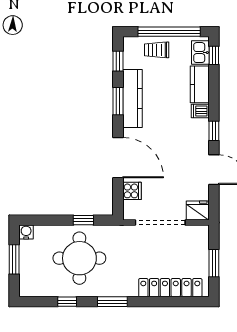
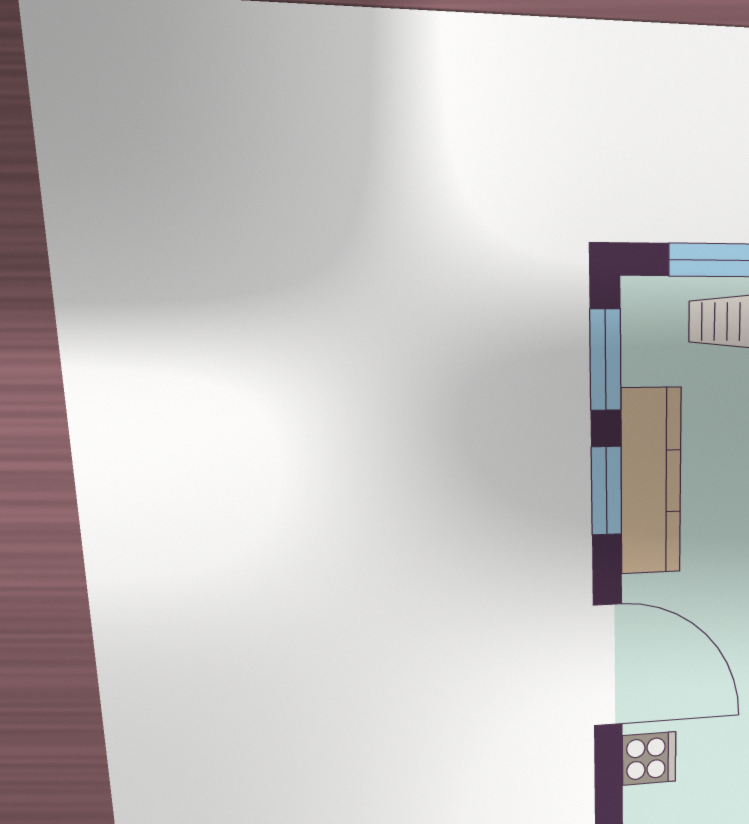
window: (118, 61) -> (605, 360), width x1.50

